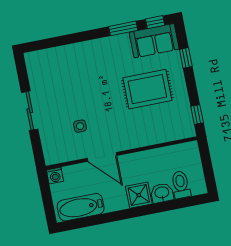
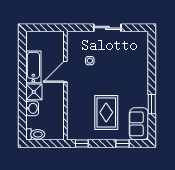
window: (155, 22) -> (152, 127), removed
washing machine: (55, 176) -> (59, 36), removed
toilet: (181, 185) -> (35, 134), moved
bathtub: (81, 207) -> (33, 67), moved

